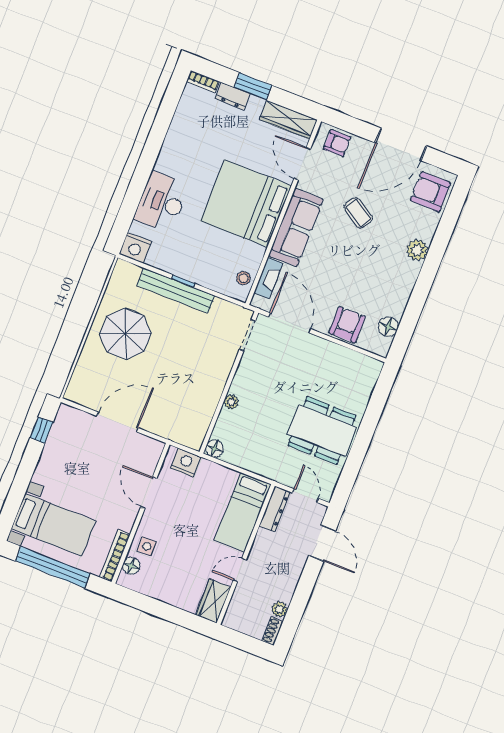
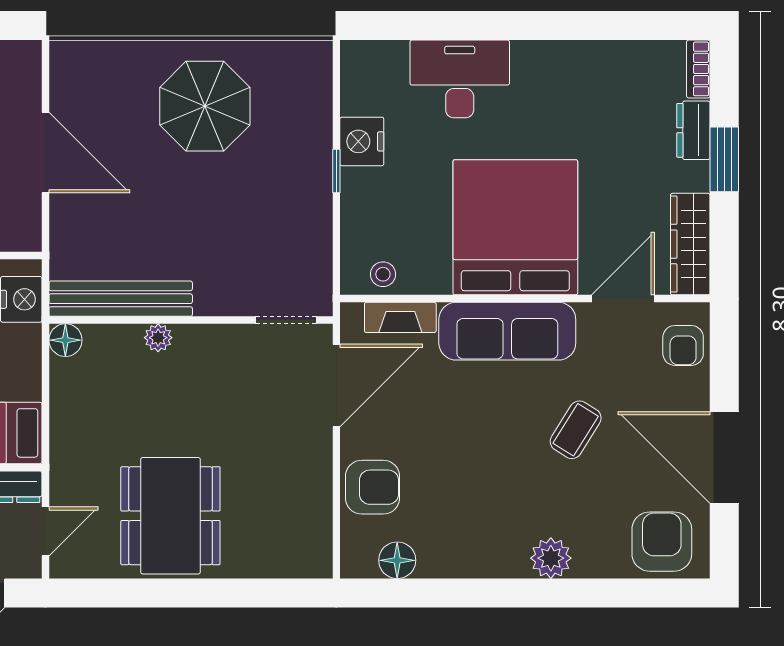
nightstand: (135, 248) -> (362, 141), moved
bench: (176, 291) -> (121, 299), moved, turned 90

